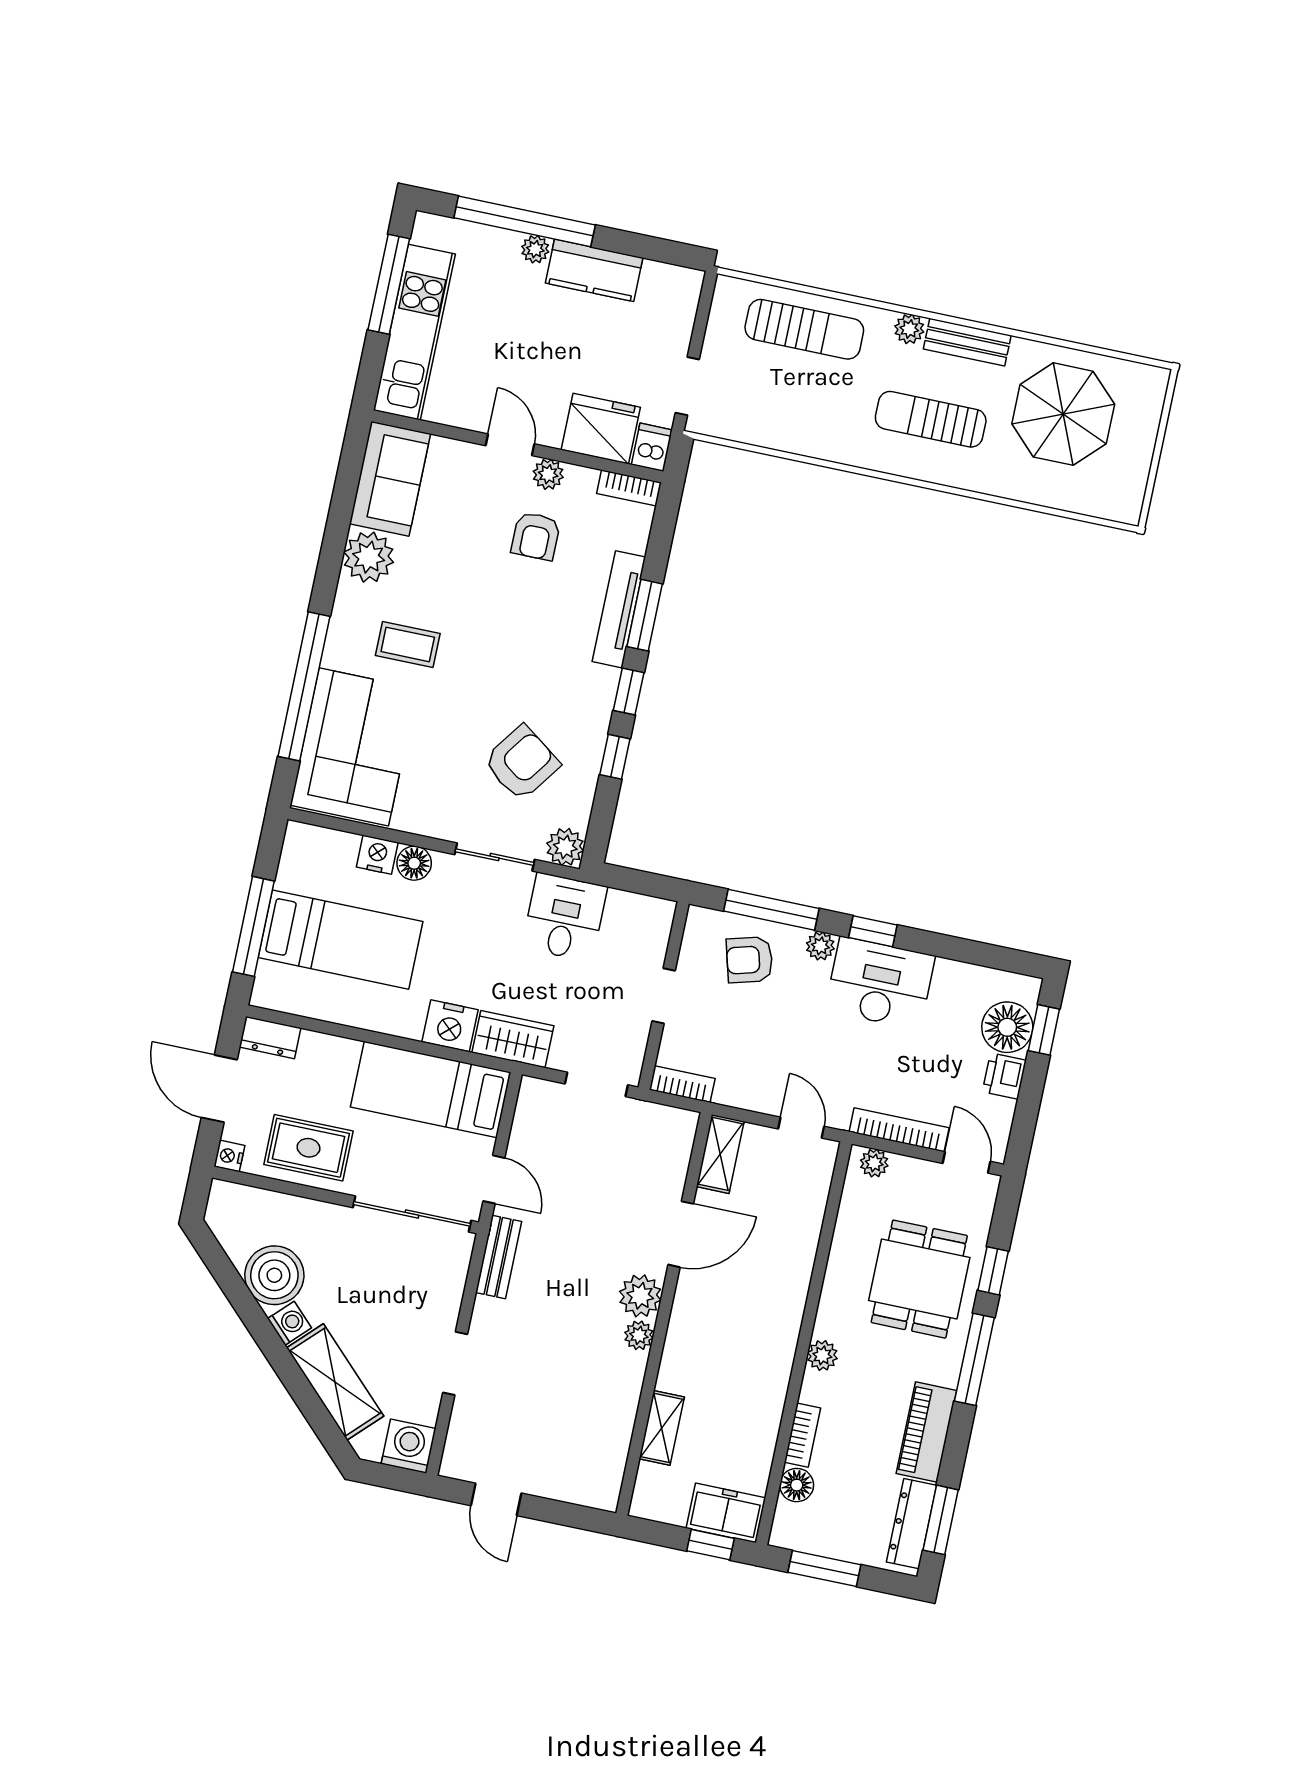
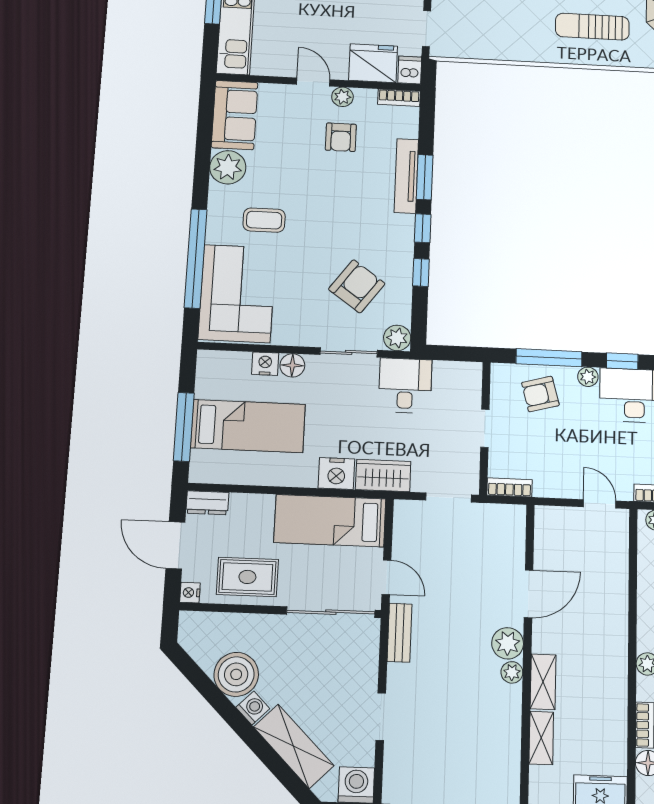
shelving: (720, 1154) -> (543, 682), moved

